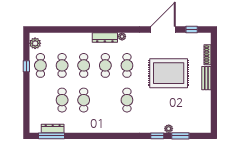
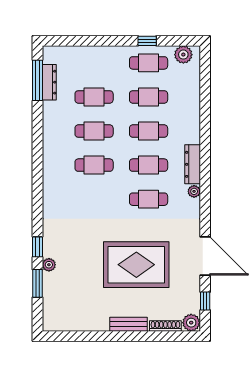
plant: (205, 38) -> (191, 323), added
rug: (169, 73) -> (136, 265), turned 90
cafe table: (127, 100) -> (94, 165), moved

